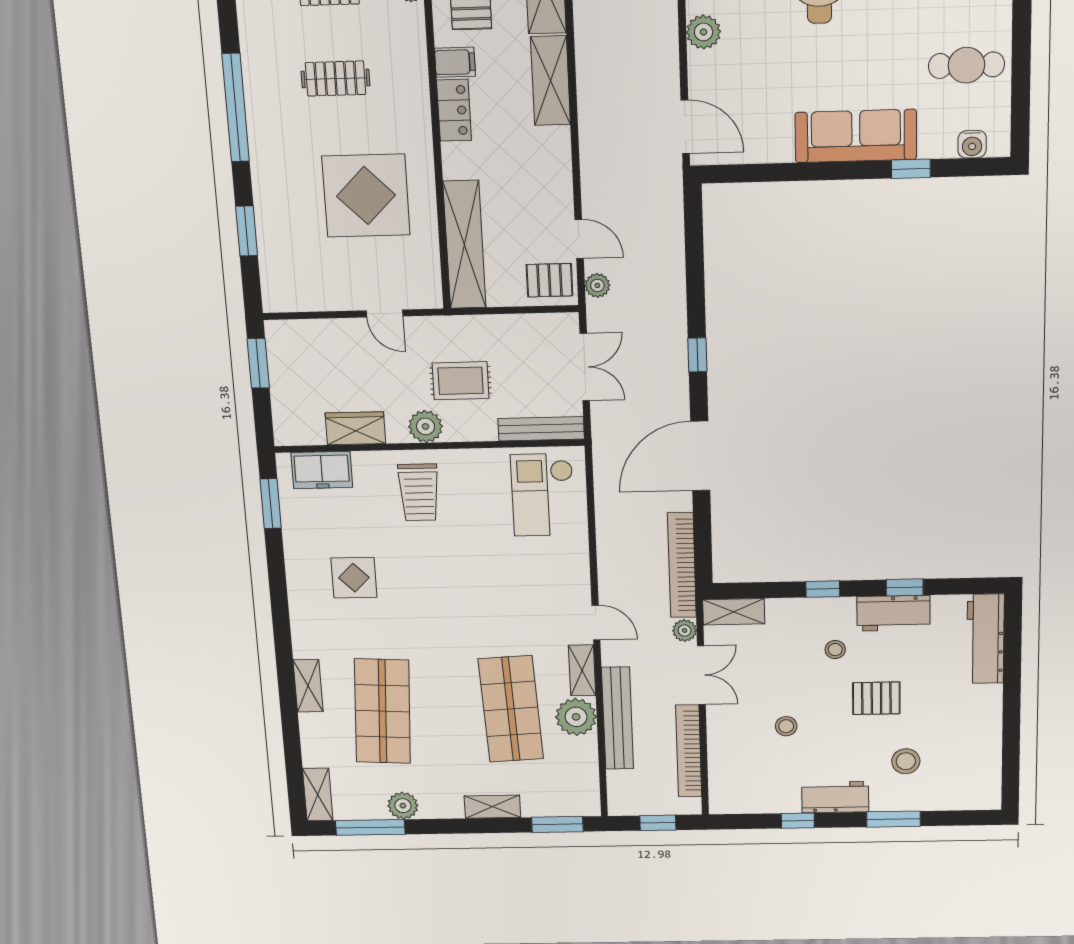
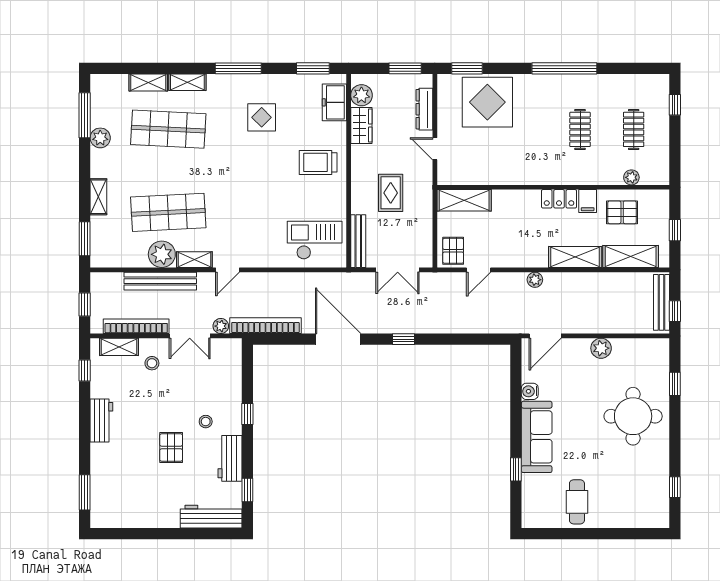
water cooler: (972, 144) -> (530, 391), moved
display table: (366, 196) -> (487, 102), moved
window: (247, 231) -> (467, 68), moved
shelving: (465, 245) -> (464, 200), width x0.68
plant: (597, 285) -> (535, 280), moved
door: (385, 313) -> (435, 149), hinge flipped
dresser: (322, 331) -> (424, 109), added
plant: (426, 426) -> (361, 95), moved
window: (905, 587) -> (247, 490), moved
shelving: (734, 612) -> (119, 347), moved, turned 90
window: (280, 613) -> (238, 68), added
stool: (786, 726) -> (152, 363), moved
stool: (906, 761) -> (126, 466), removed
shelving: (318, 795) -> (148, 82), moved
window: (893, 819) -> (85, 492), moved
window: (798, 821) -> (85, 370), moved

